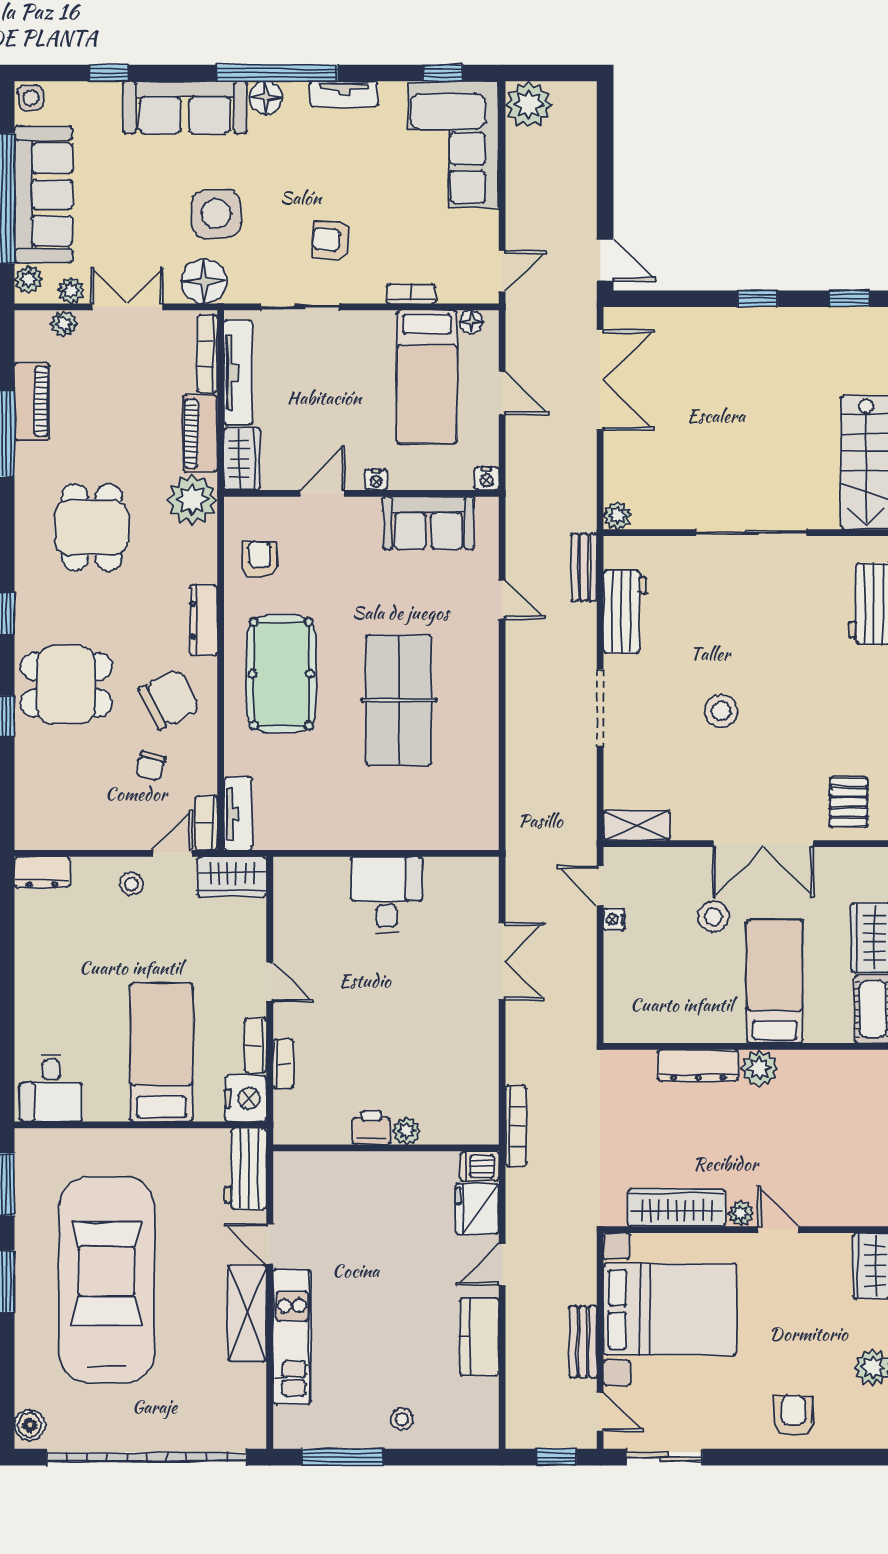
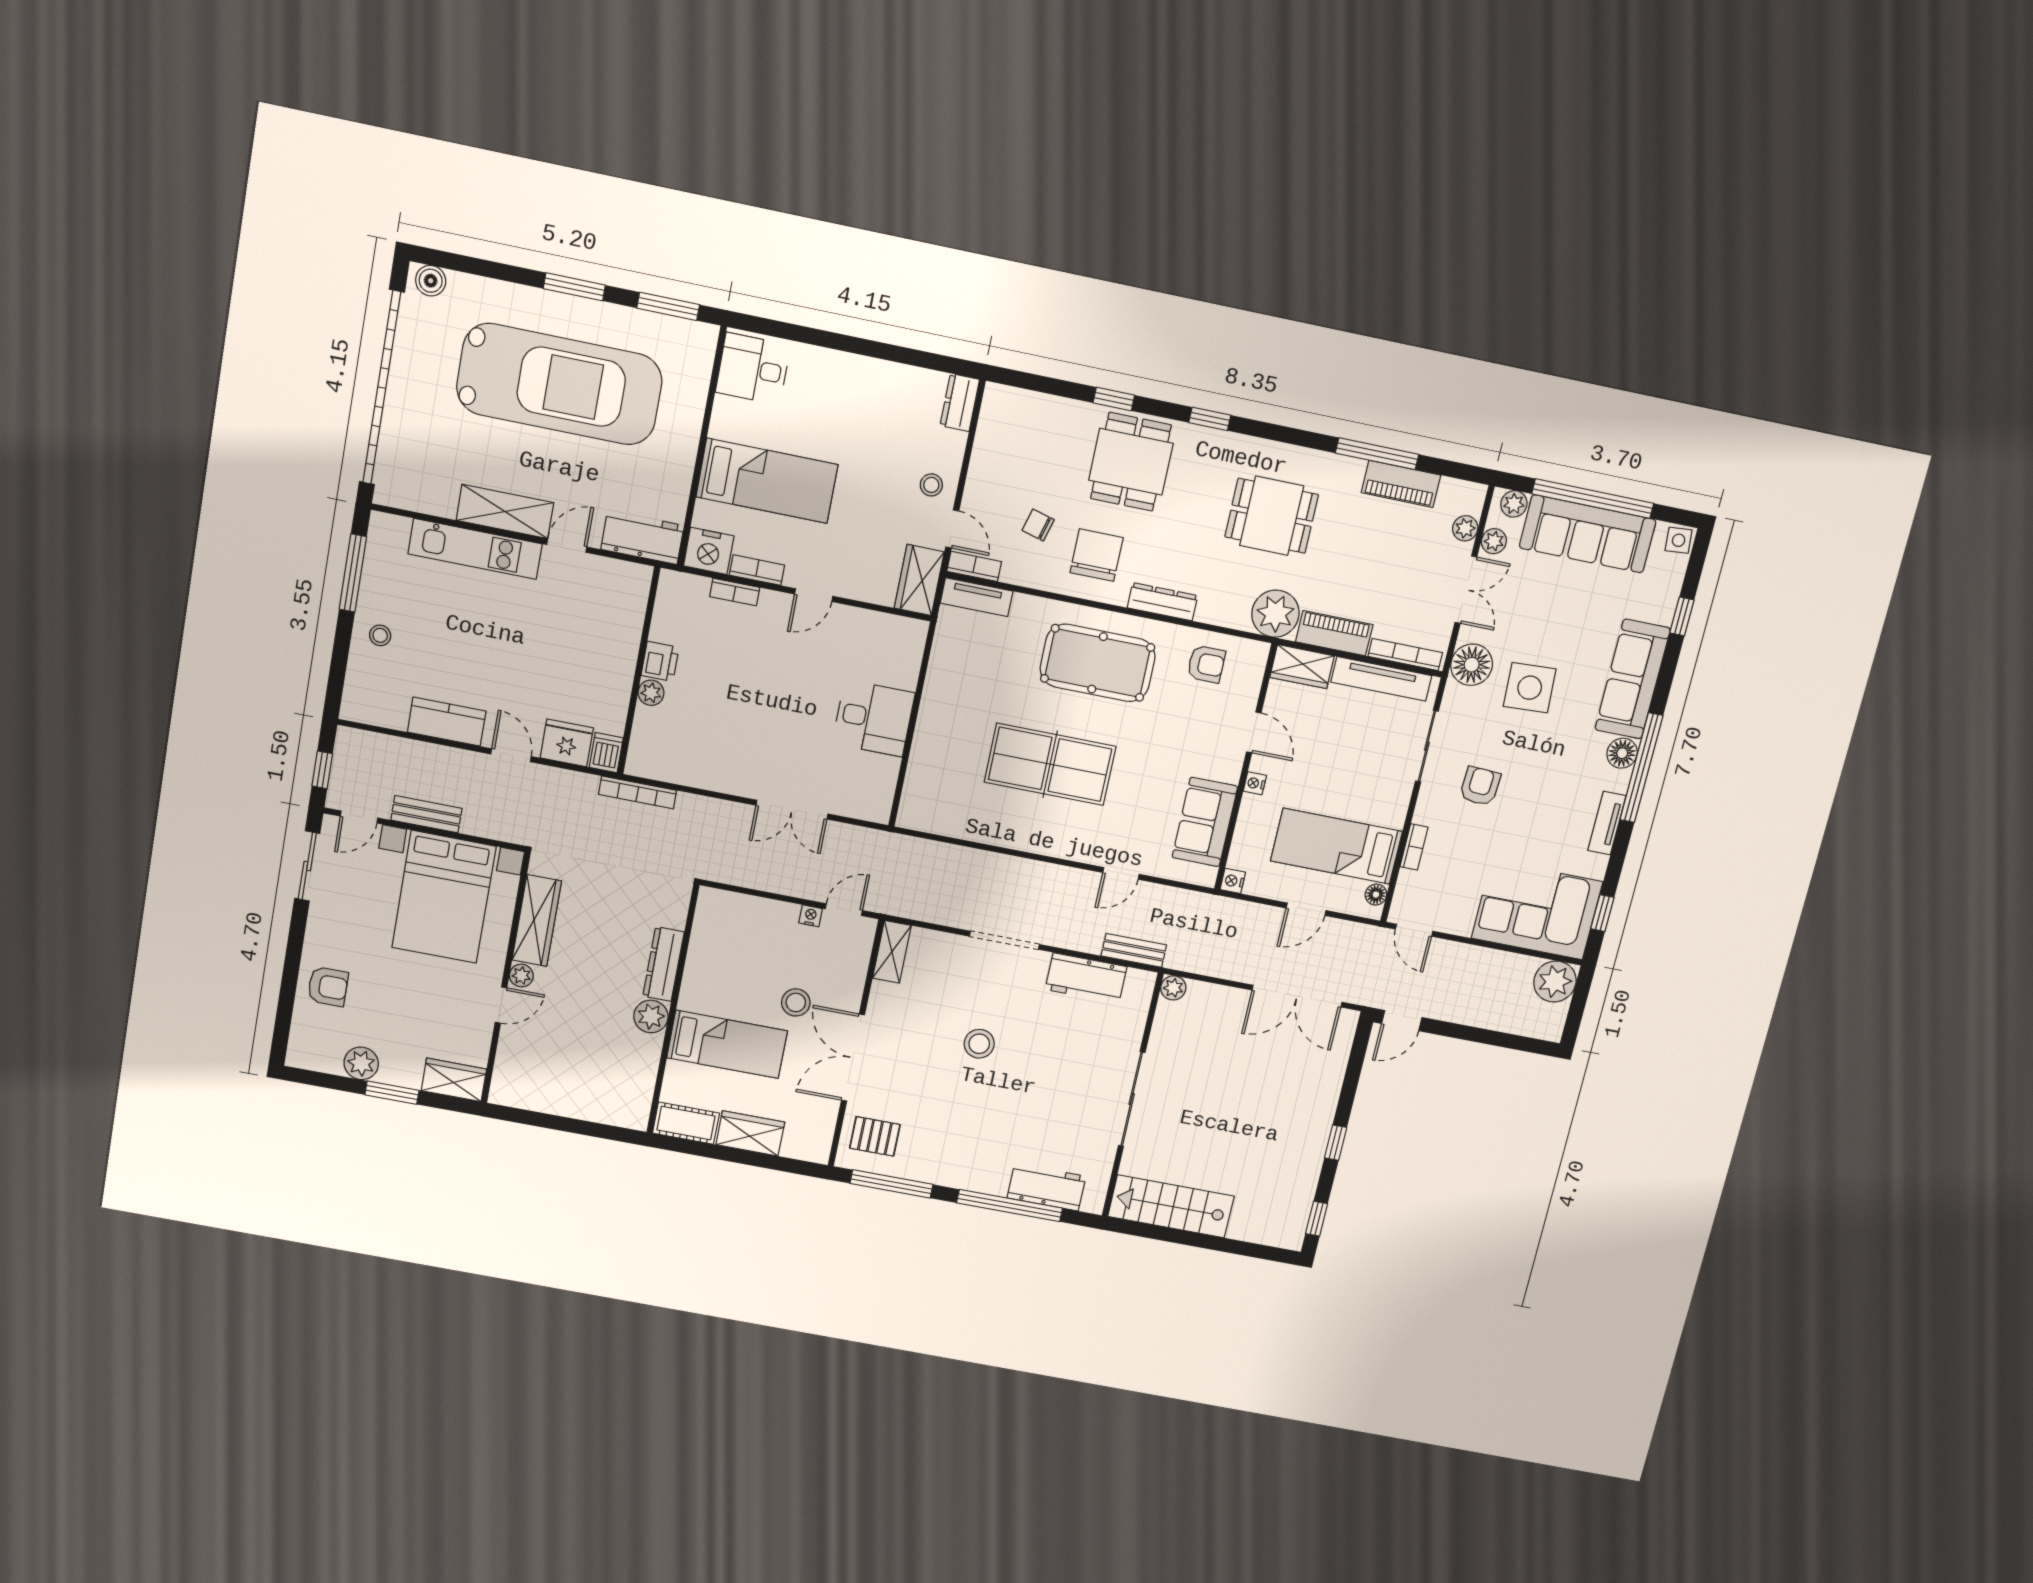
chair: (169, 699) -> (1097, 555), turned -153

